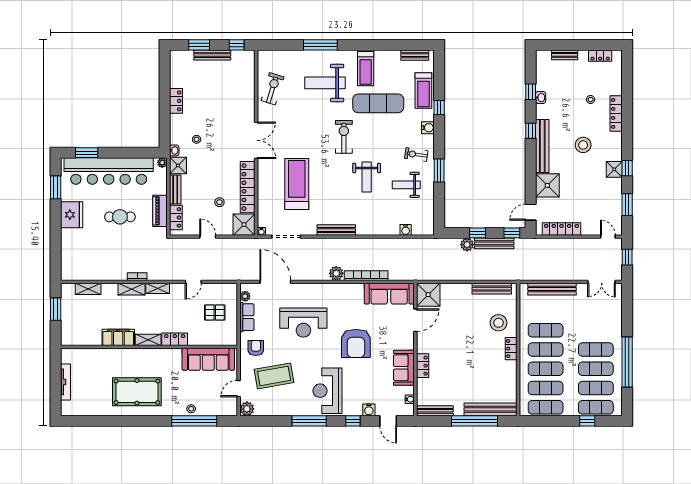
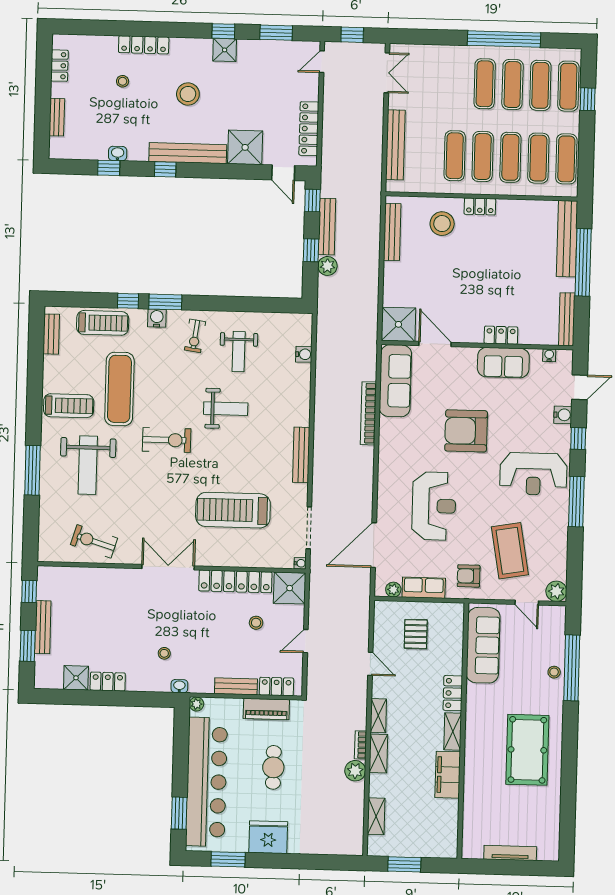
exercise bike: (344, 137) -> (167, 440), turned 180
shower: (178, 165) -> (76, 678), moved
window: (439, 171) -> (165, 302), moved
plant: (336, 273) -> (355, 771), moved
armchair: (356, 343) -> (466, 431), turned 180

